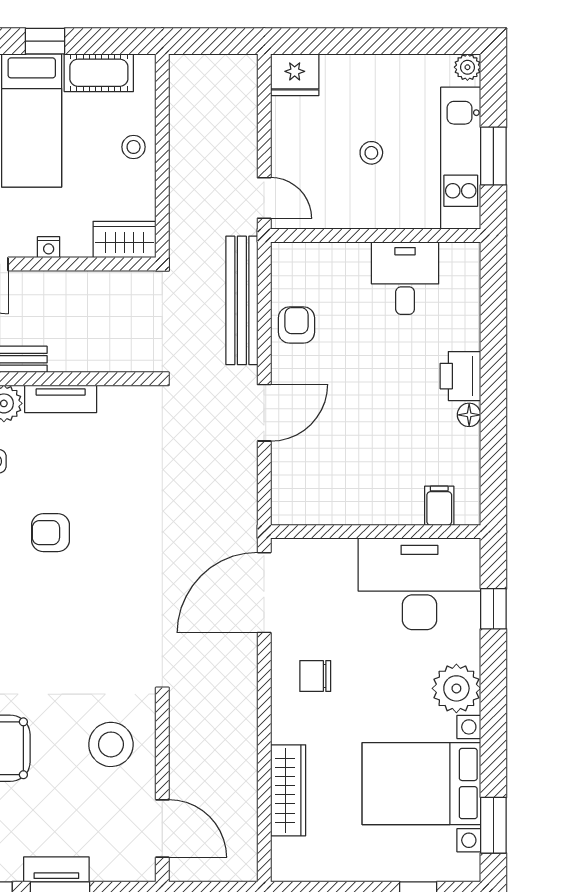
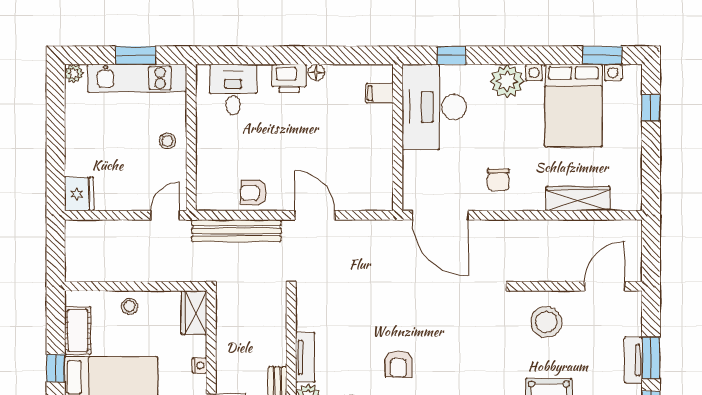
stool: (371, 153) -> (167, 141), moved
desk: (405, 278) -> (233, 89), moved, turned 90

